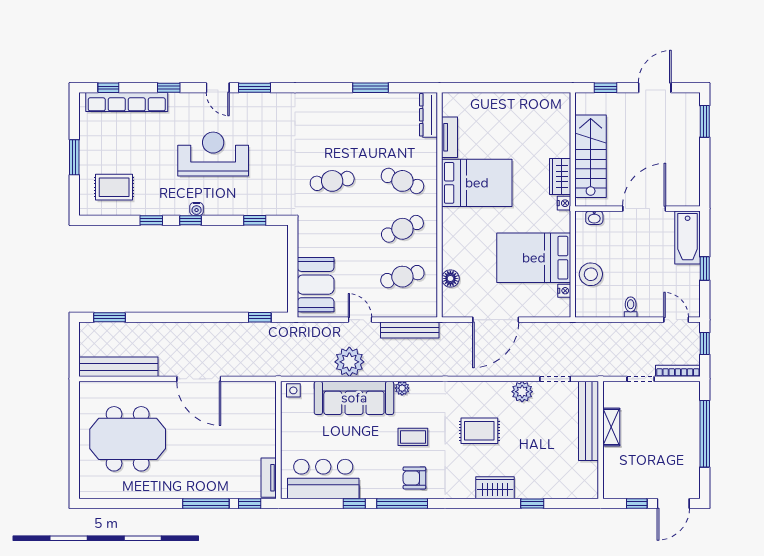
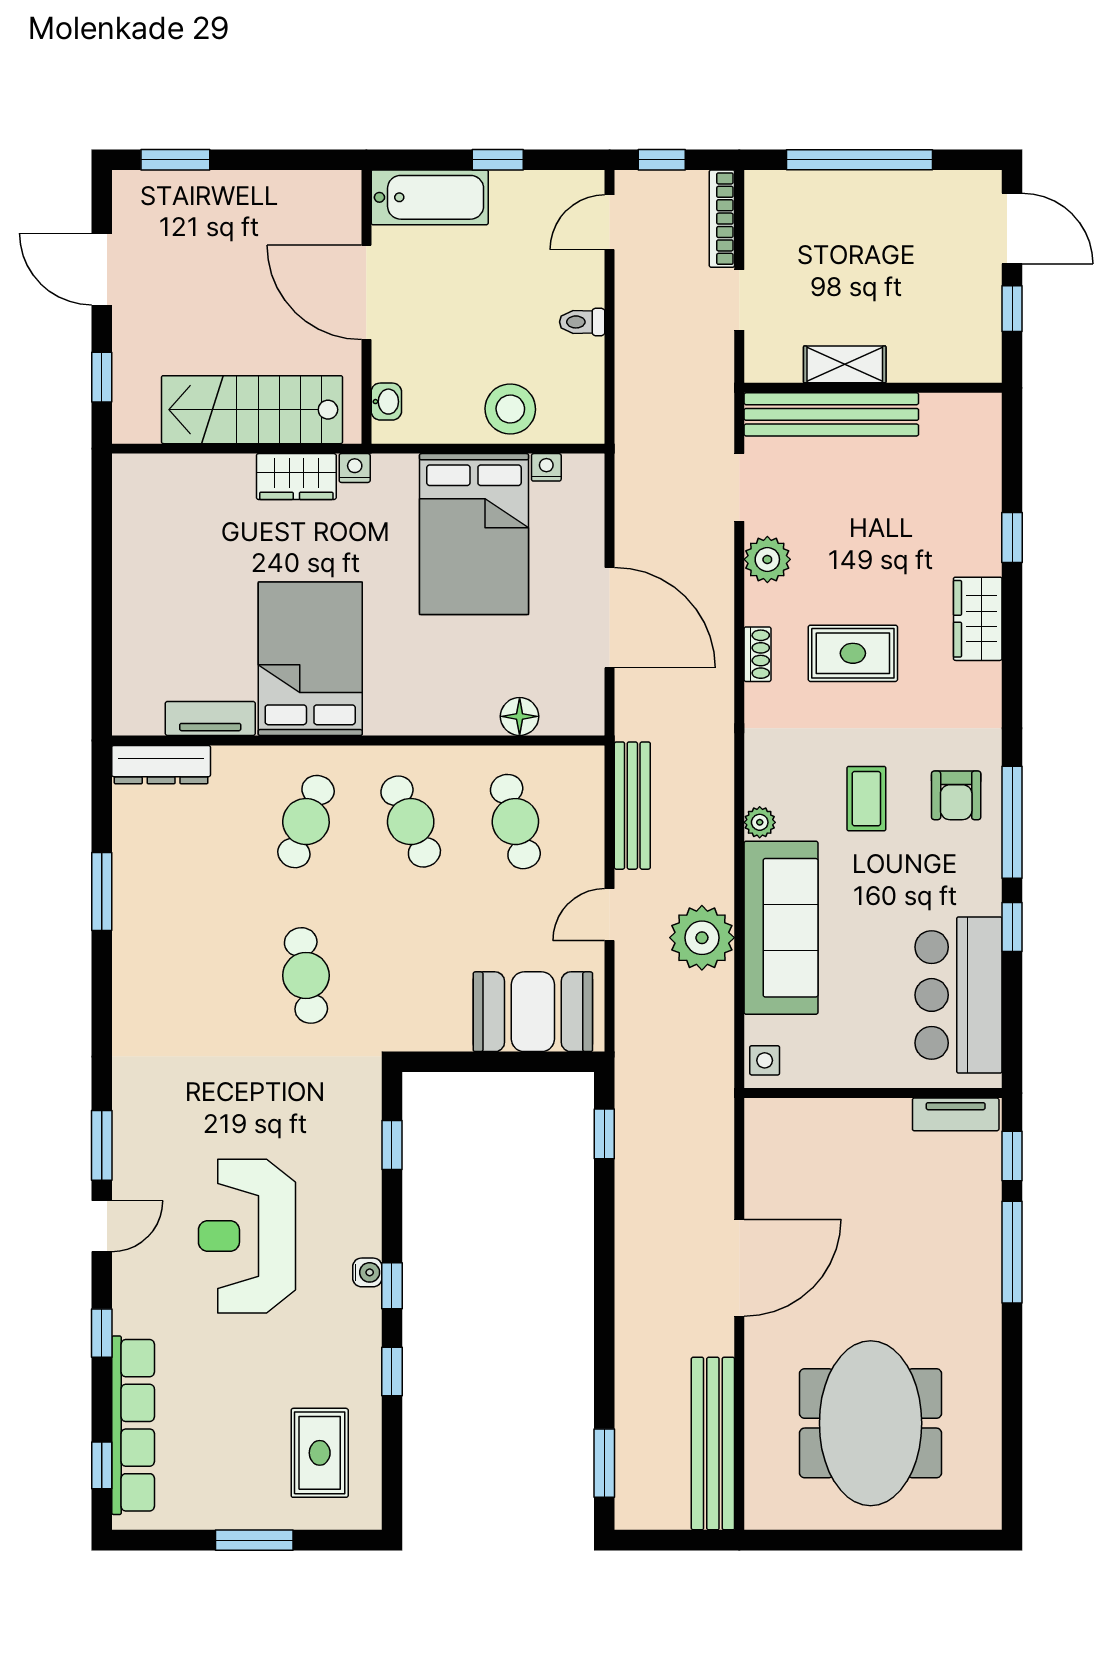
shoe rack: (479, 387) -> (757, 654), added
rug: (479, 431) -> (853, 653), turned 90

